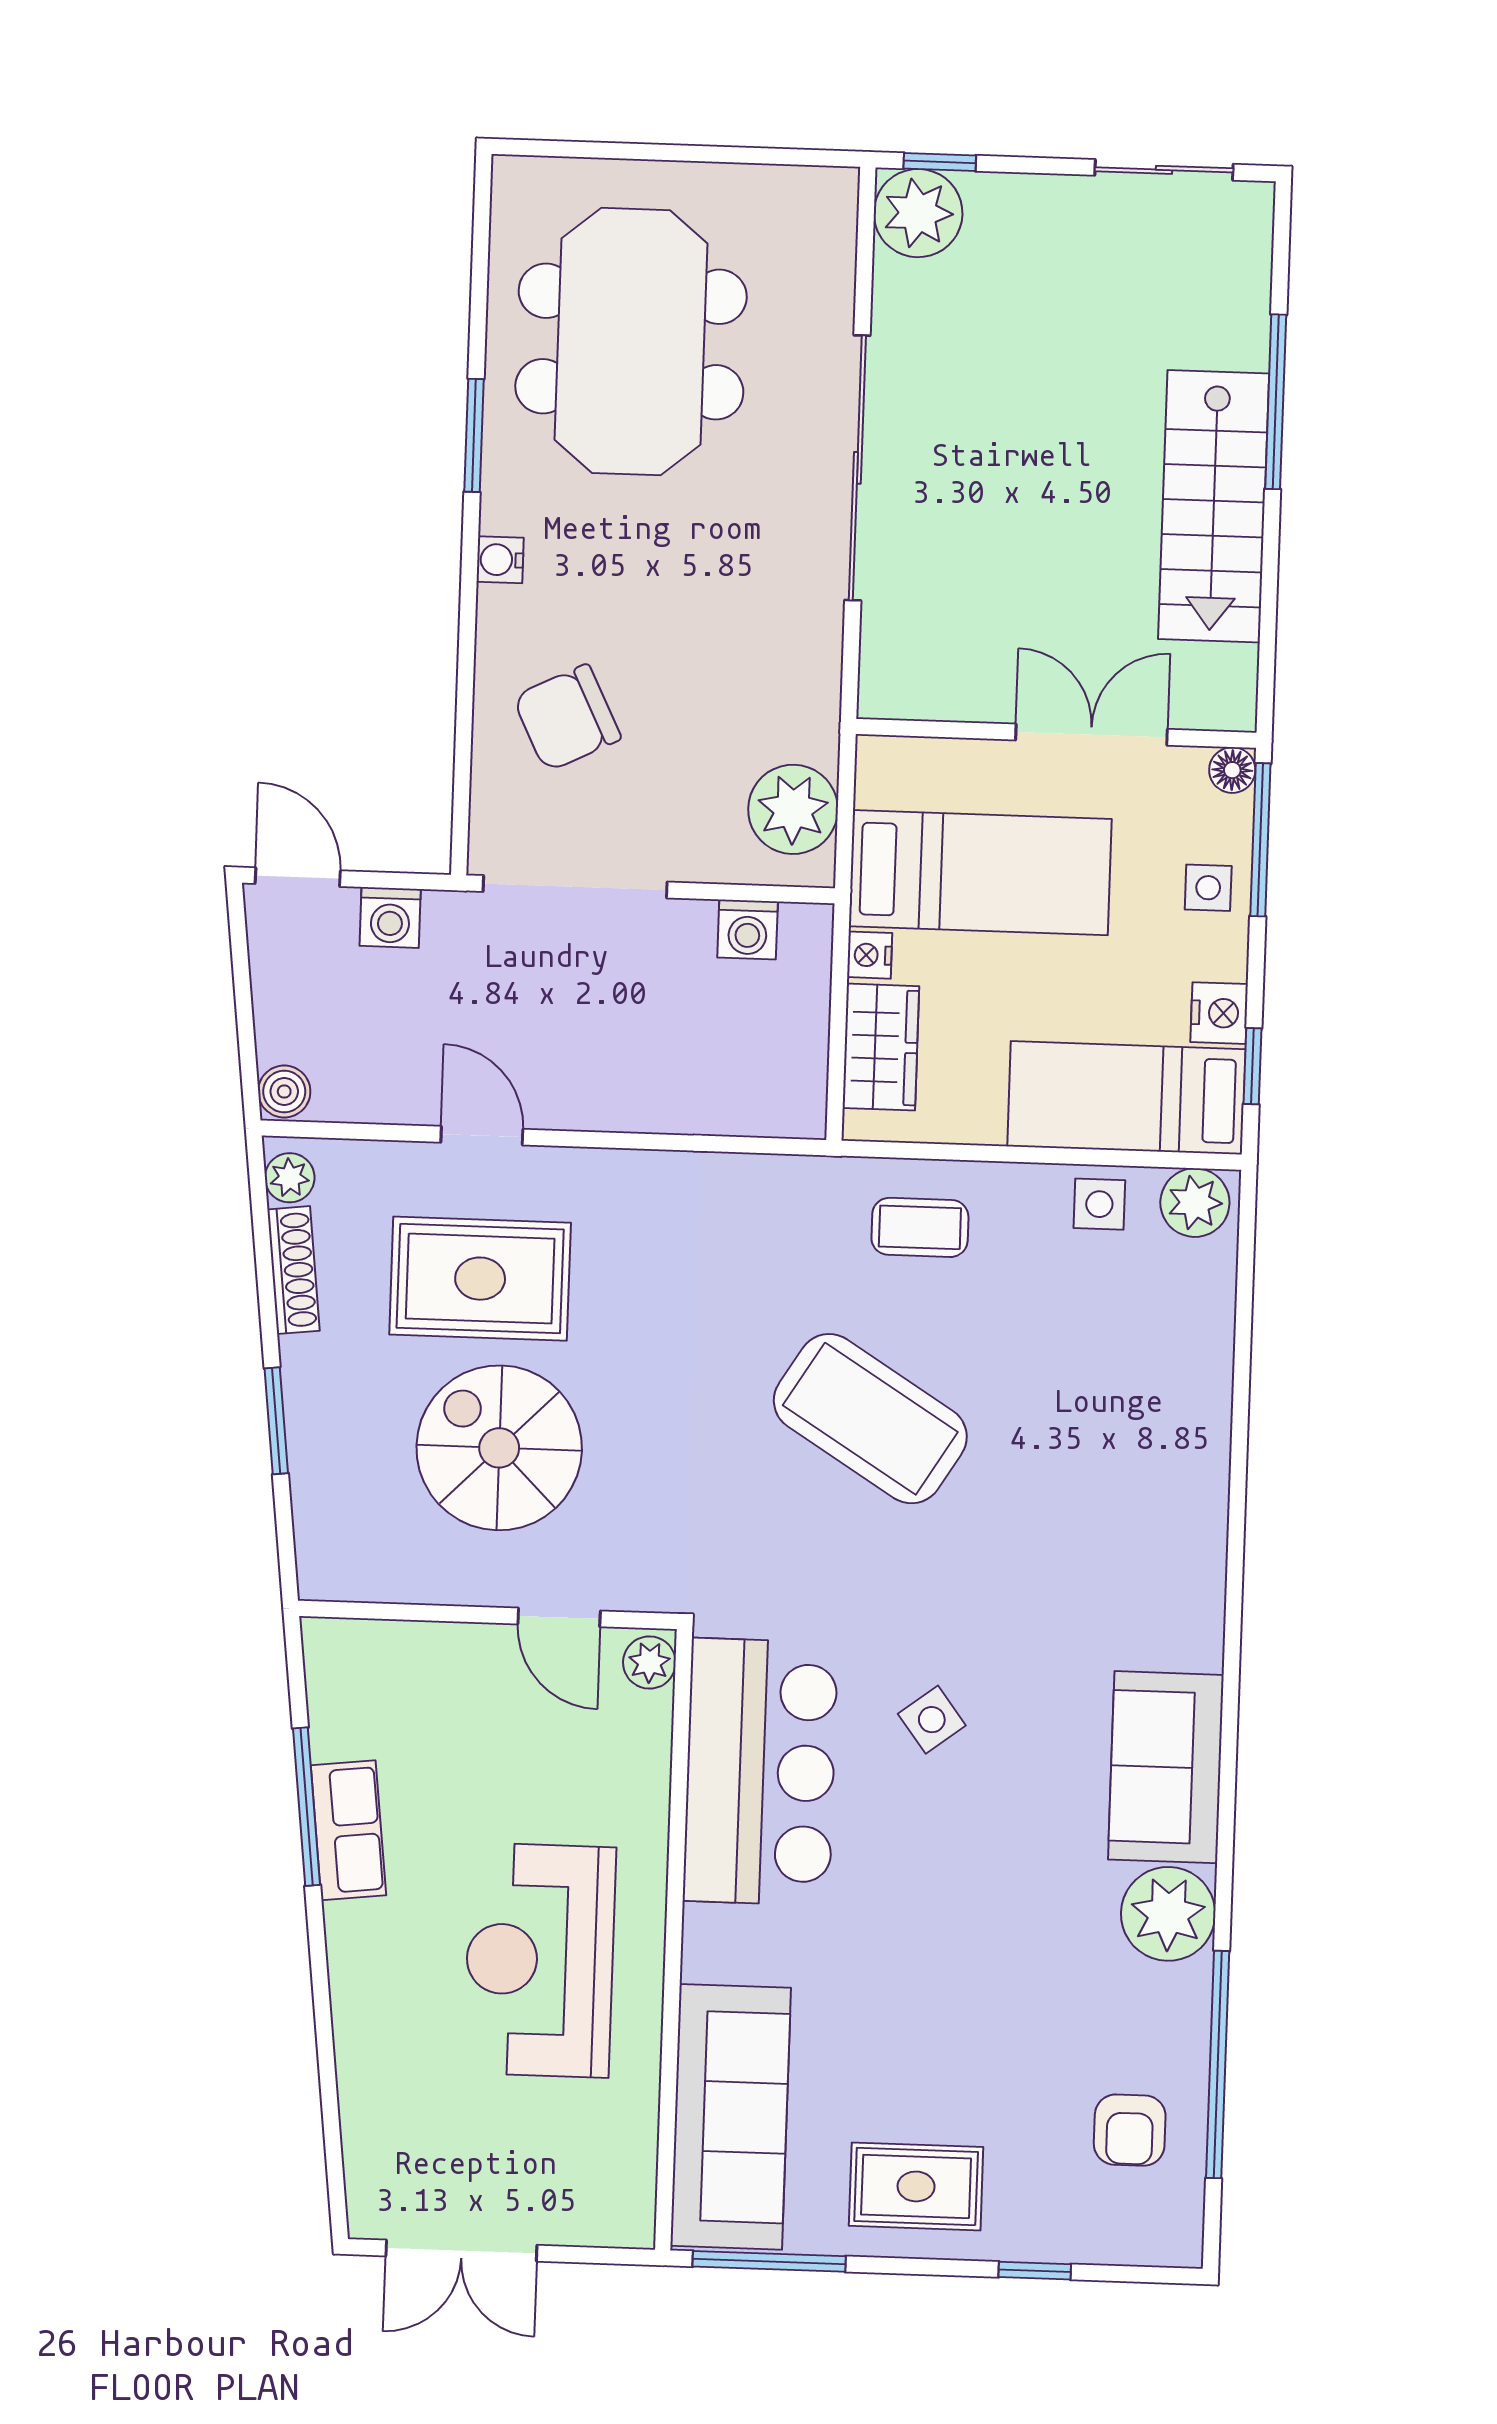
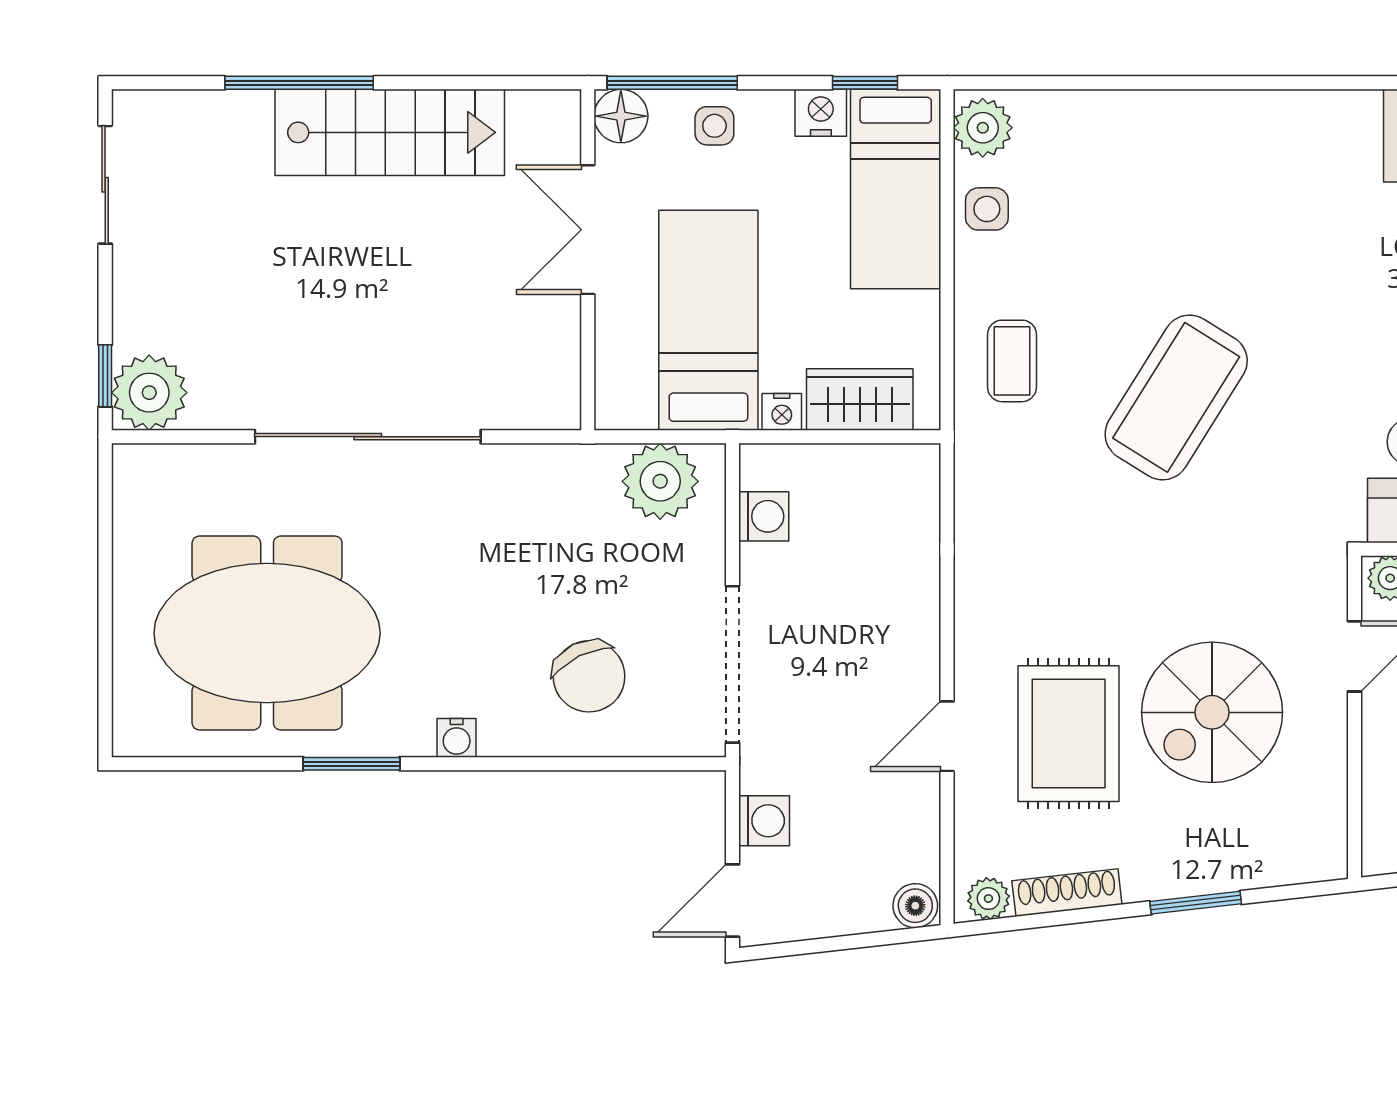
floor lamp: (1232, 770) -> (621, 116), width x1.37, depth x1.37

